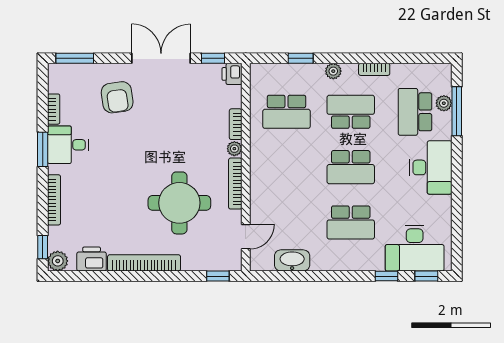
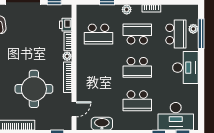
printer: (232, 74) -> (66, 25), moved
school desk: (415, 112) -> (176, 34), turned 180

